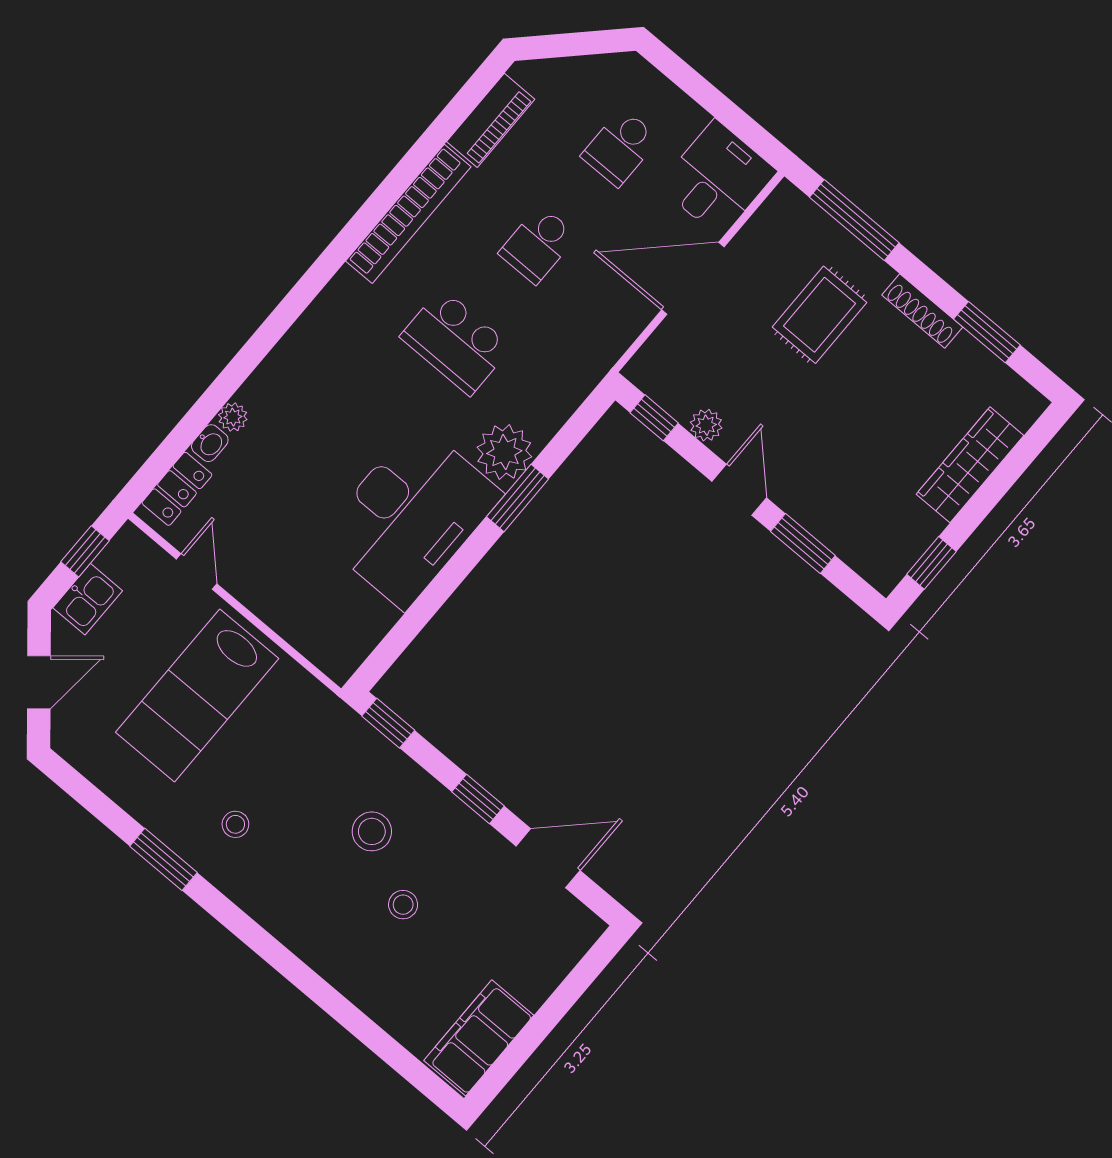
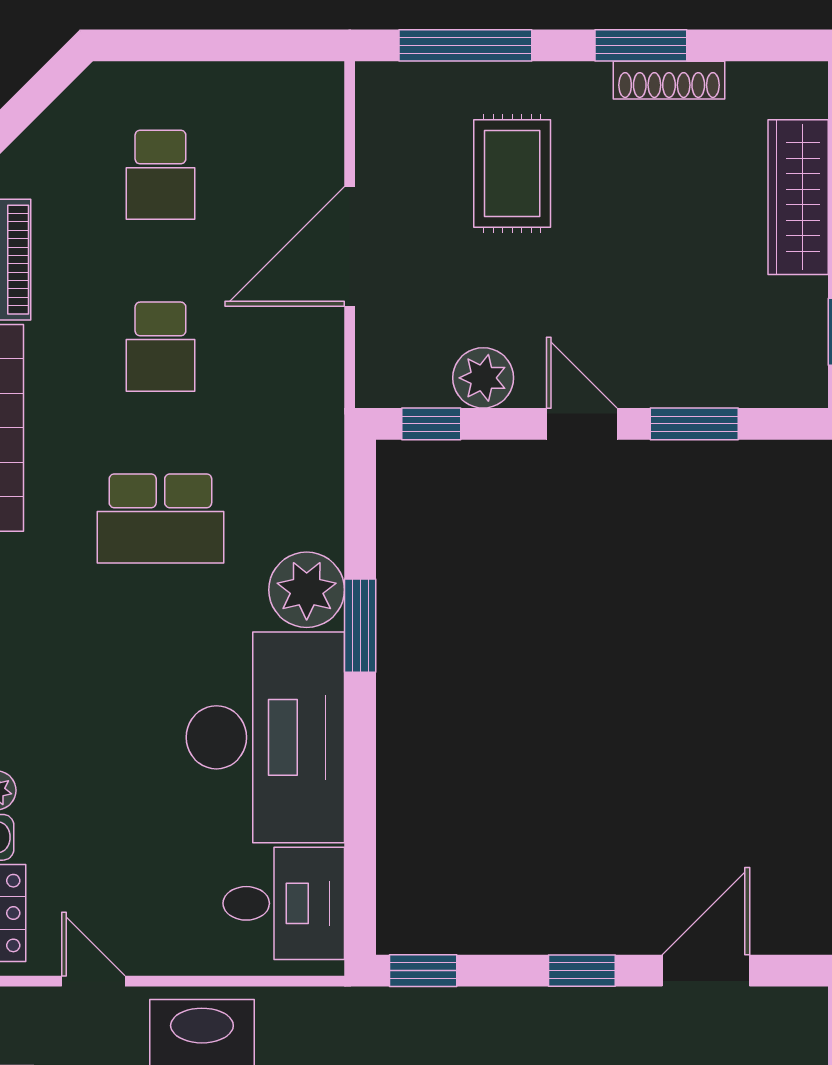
desk: (718, 179) -> (284, 903), moved, turned 90
shoe rack: (922, 311) -> (669, 80), moved
window: (987, 332) -> (641, 45), moved
plant: (706, 425) -> (483, 378), width x1.38, depth x1.38

